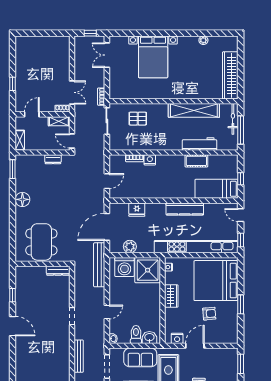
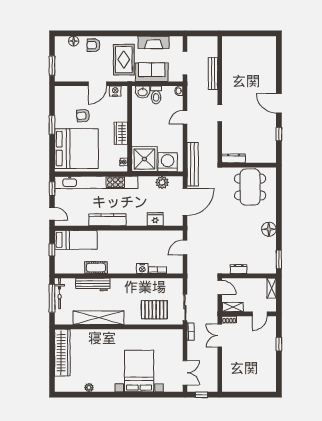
pallet: (138, 119) -> (154, 310), width x1.50, depth x1.42
bicycle: (233, 119) -> (60, 293), moved

